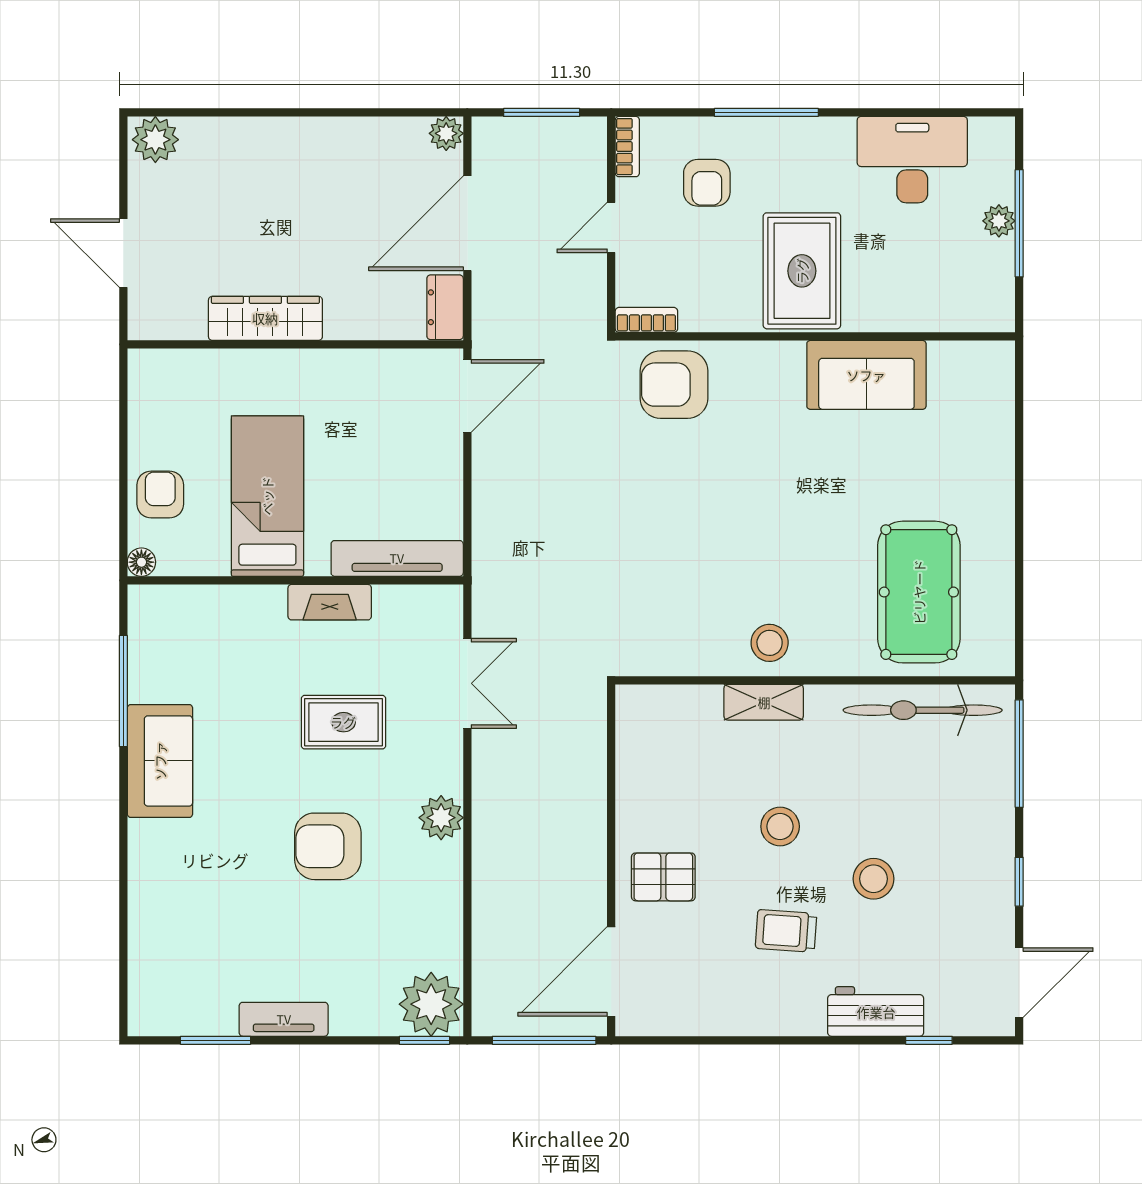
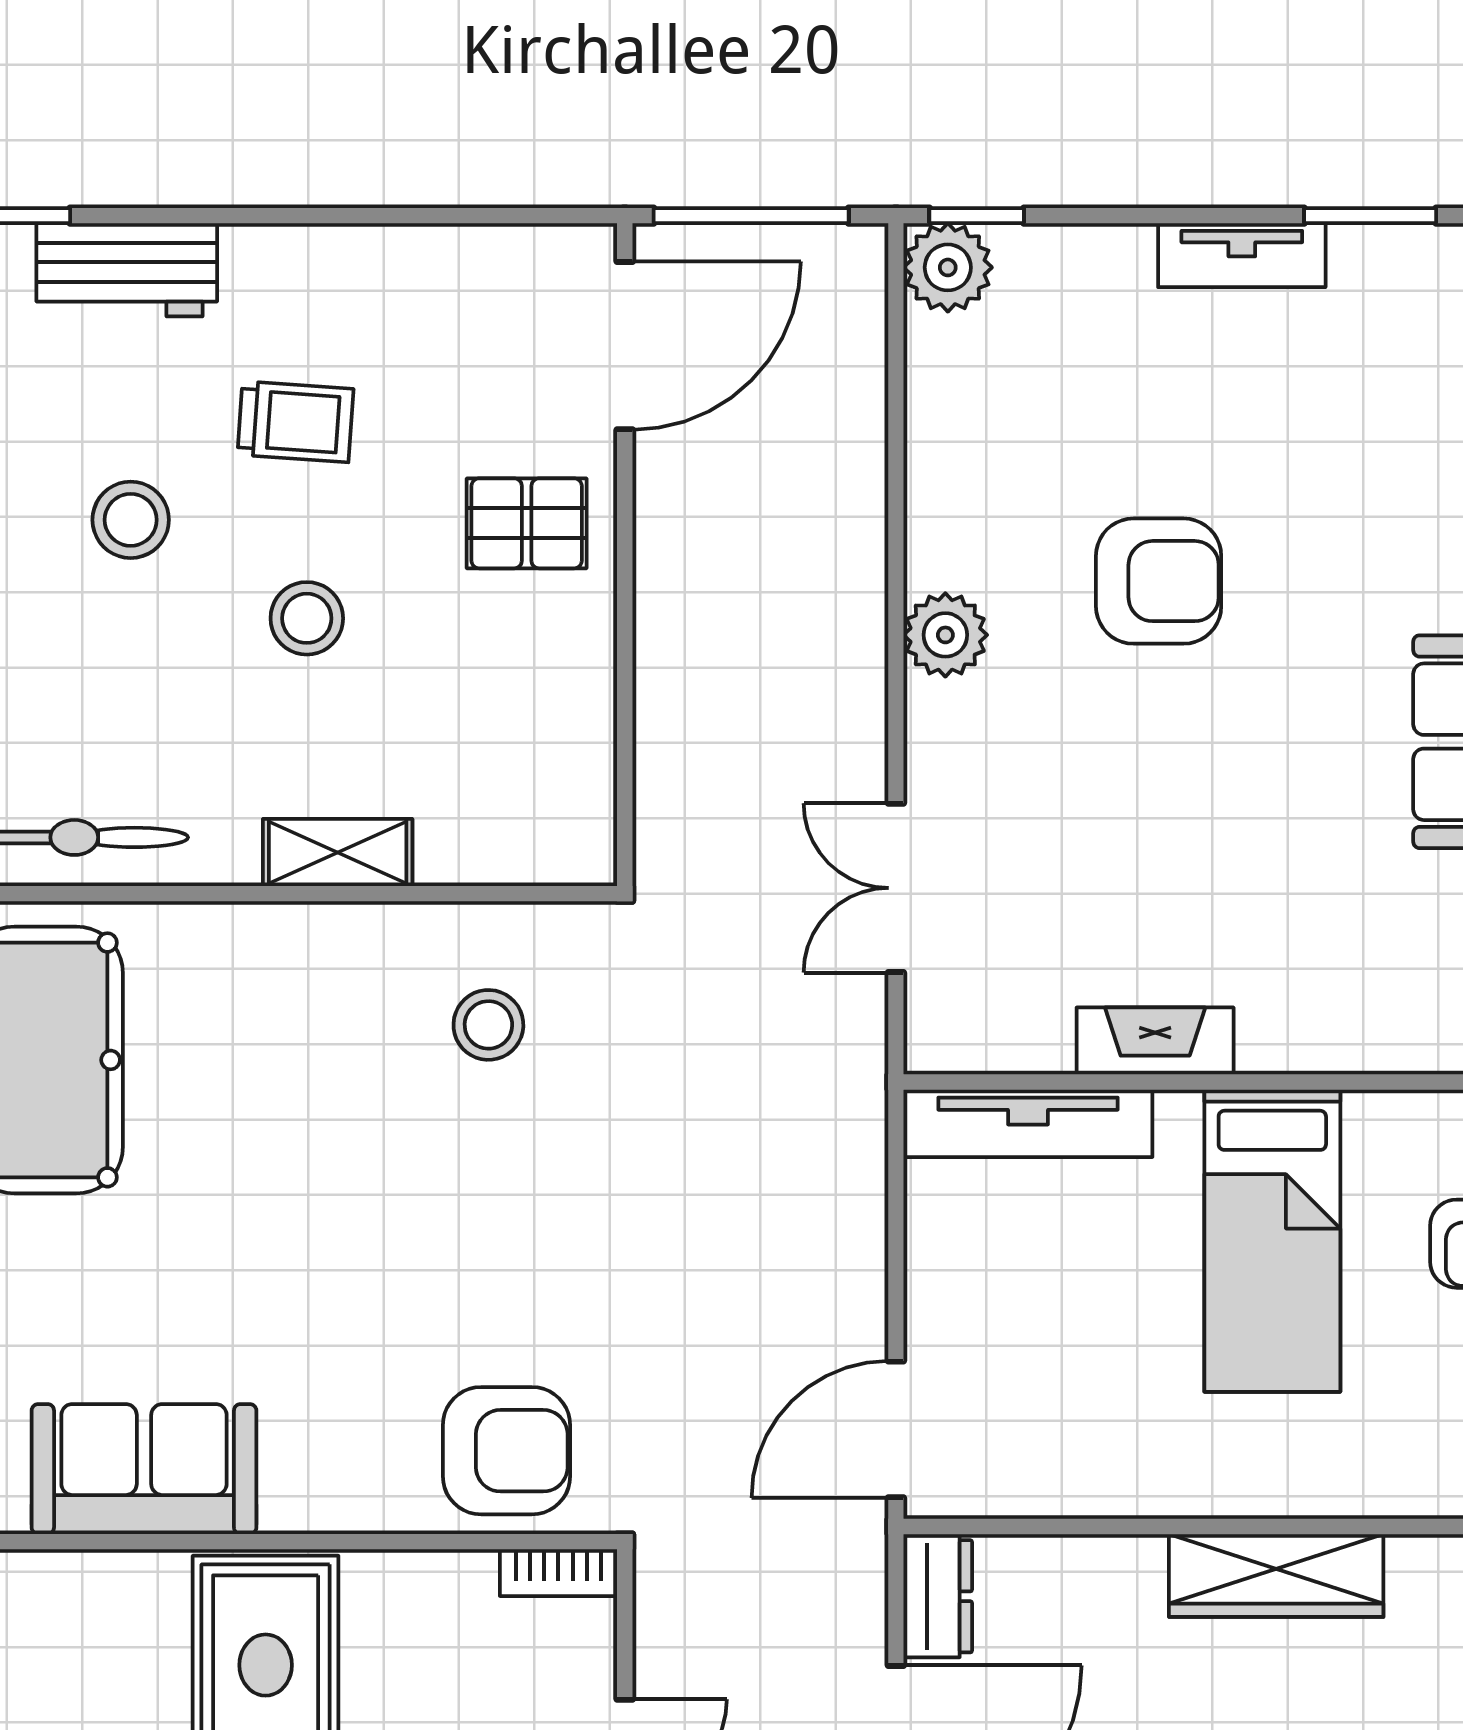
stool: (770, 643) -> (488, 1025), moved
rug: (343, 722) -> (1129, 815), removed
plant: (431, 1004) -> (948, 267), width x0.73, depth x0.73

